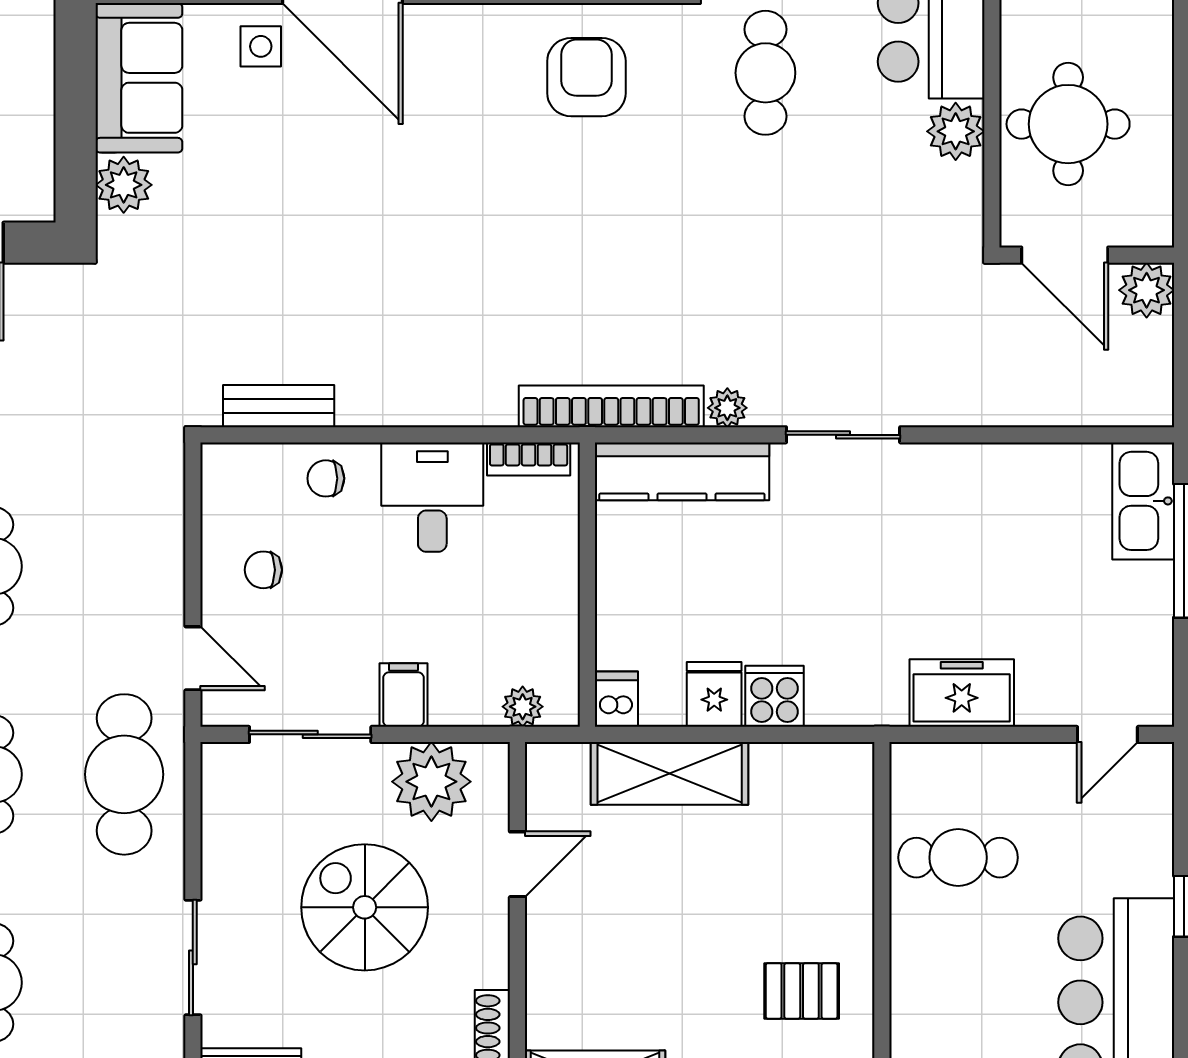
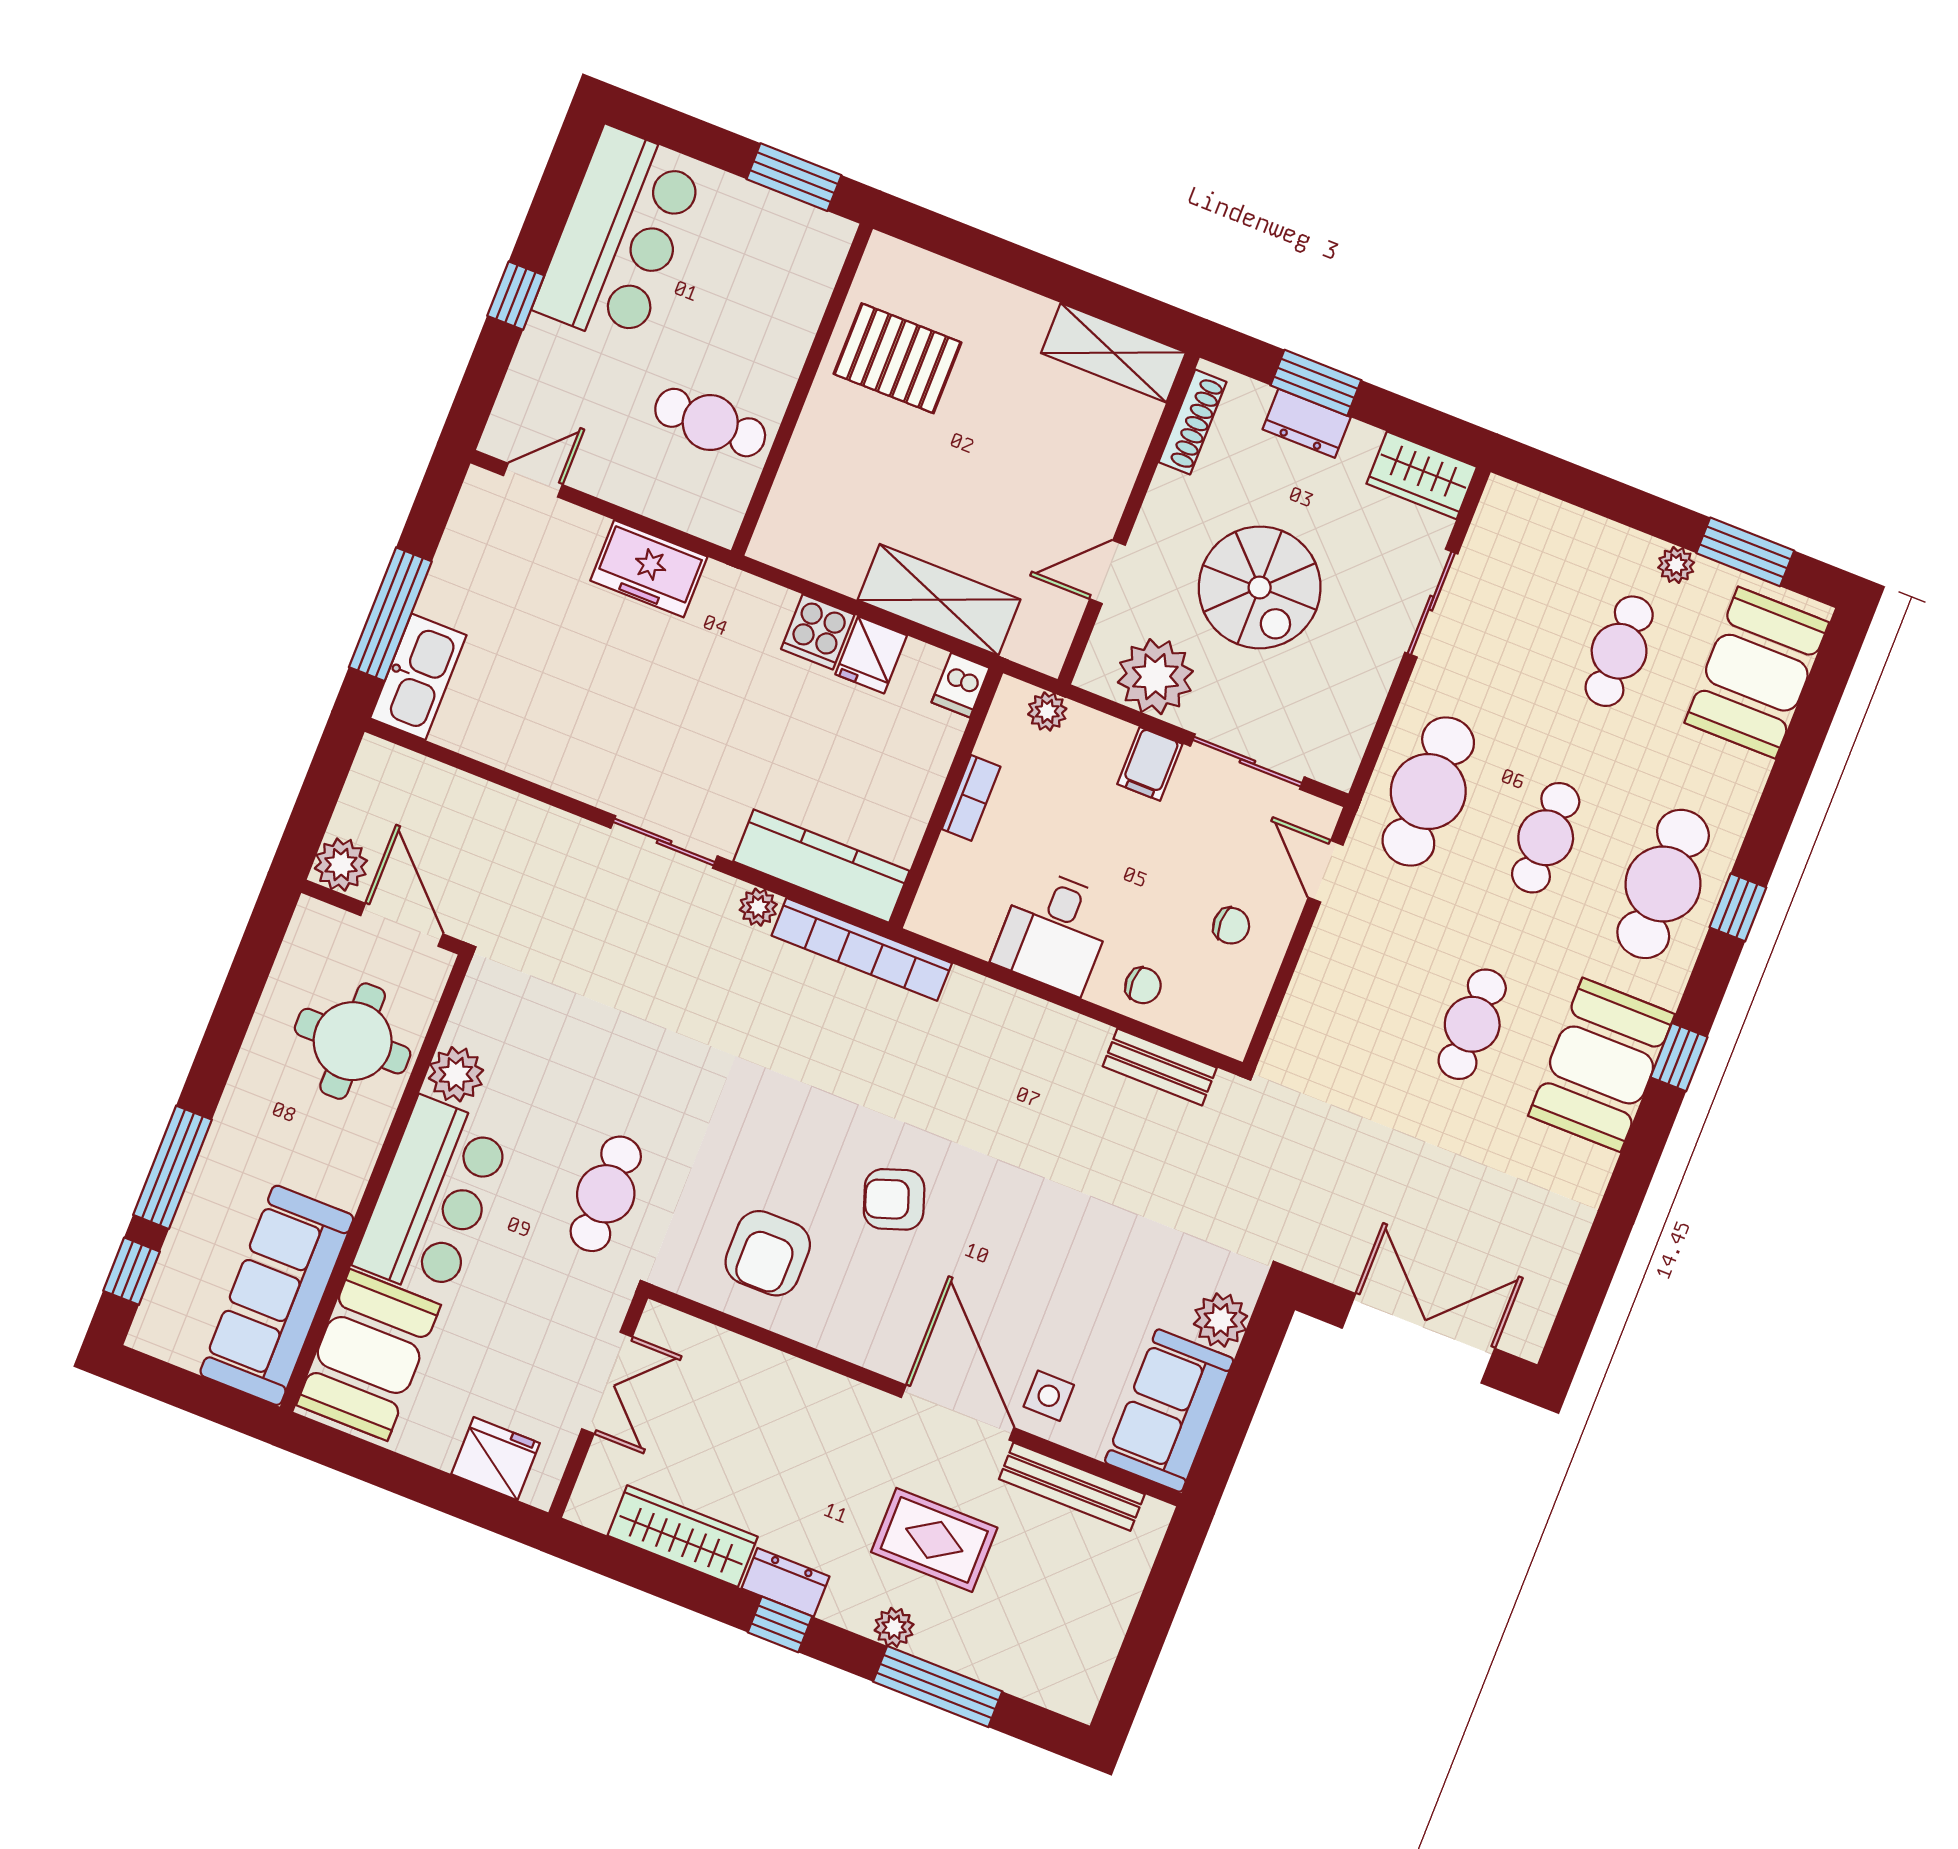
armchair: (485, 177) -> (894, 1199), added
bookcase: (529, 459) -> (971, 798), moved, turned 90
pallet: (802, 991) -> (898, 358), width x1.50, depth x1.42

